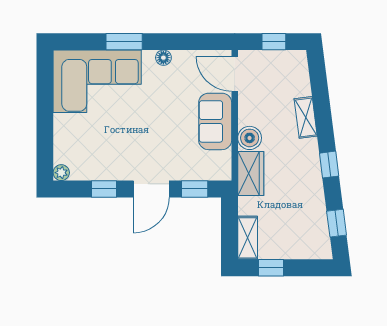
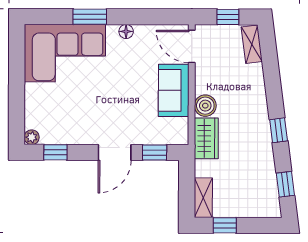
shelving: (306, 117) -> (252, 44), moved
window: (104, 189) -> (55, 152), moved

